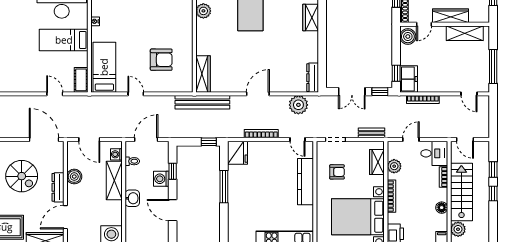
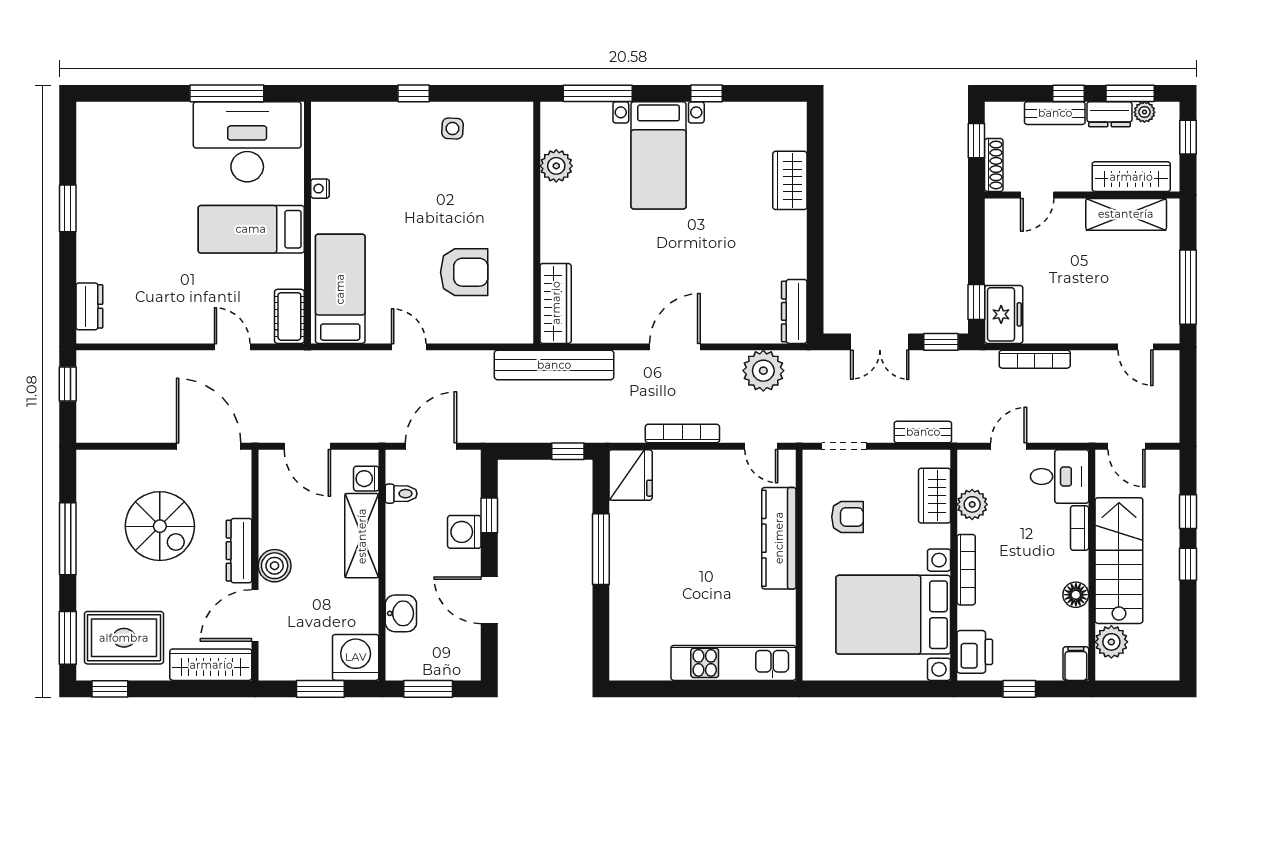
wardrobe: (450, 16) -> (1131, 177), moved
boiler: (408, 36) -> (1002, 222), removed
boiler: (74, 177) -> (275, 566), moved
washbasin: (132, 198) -> (401, 613), moved

